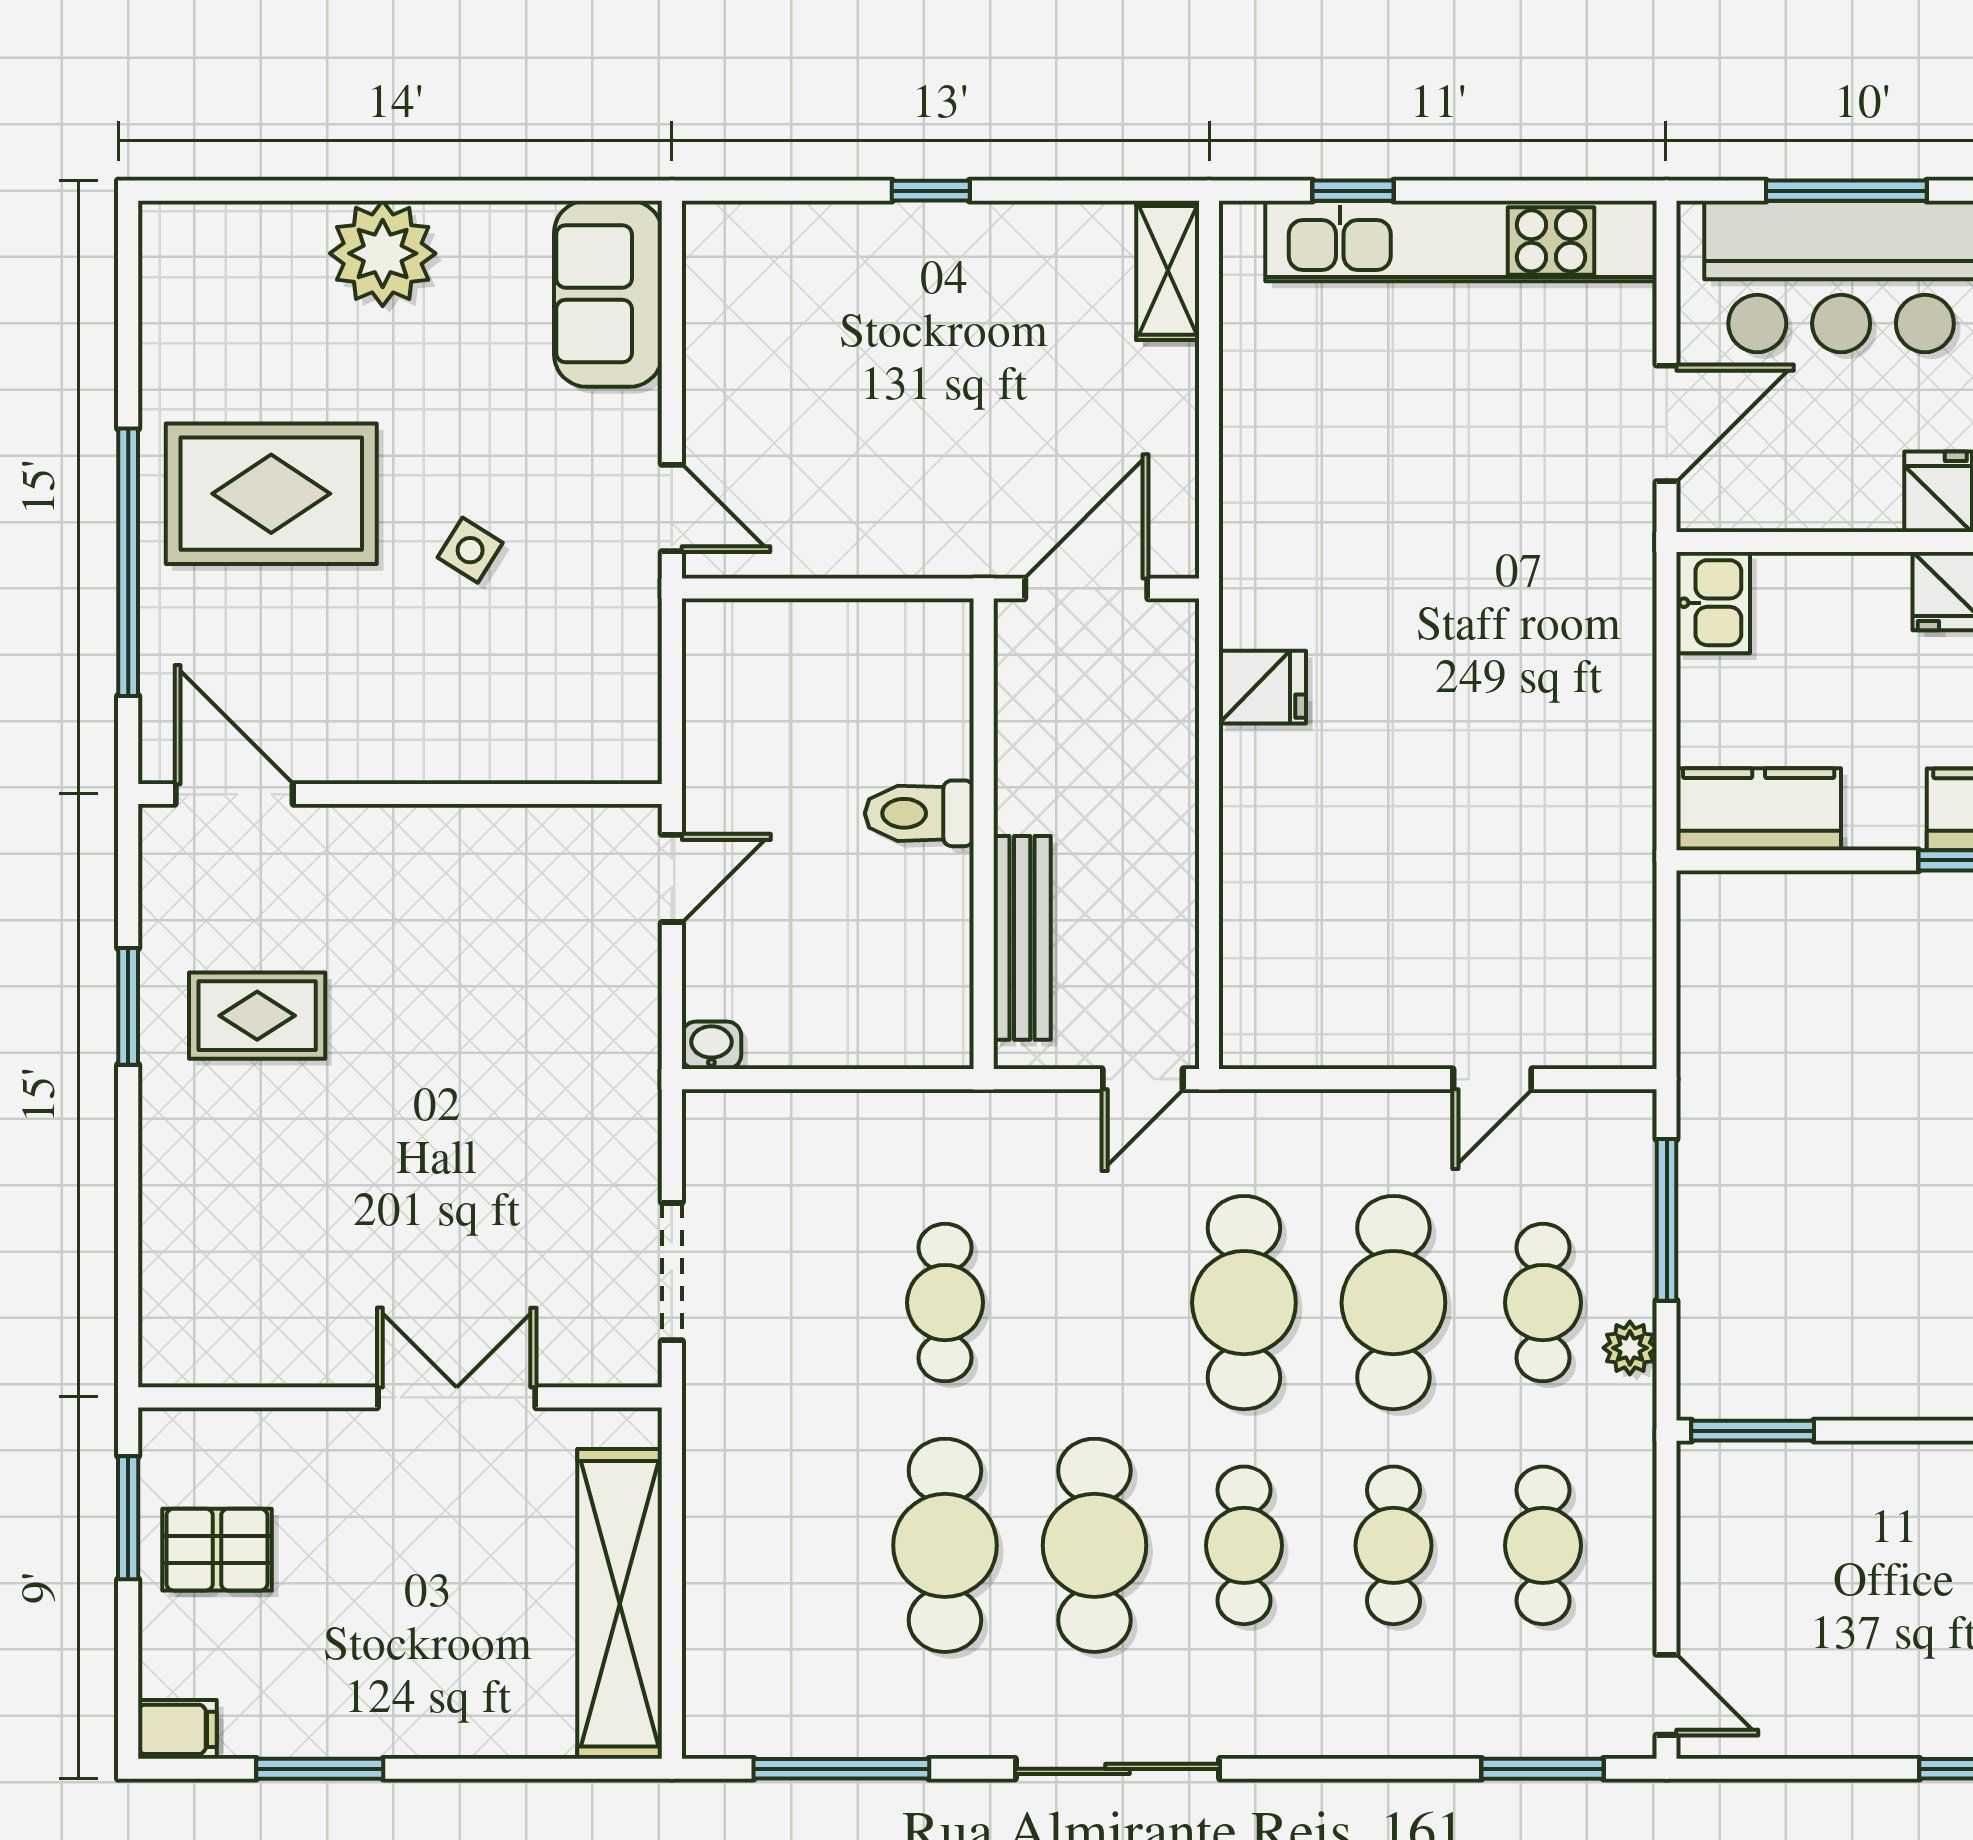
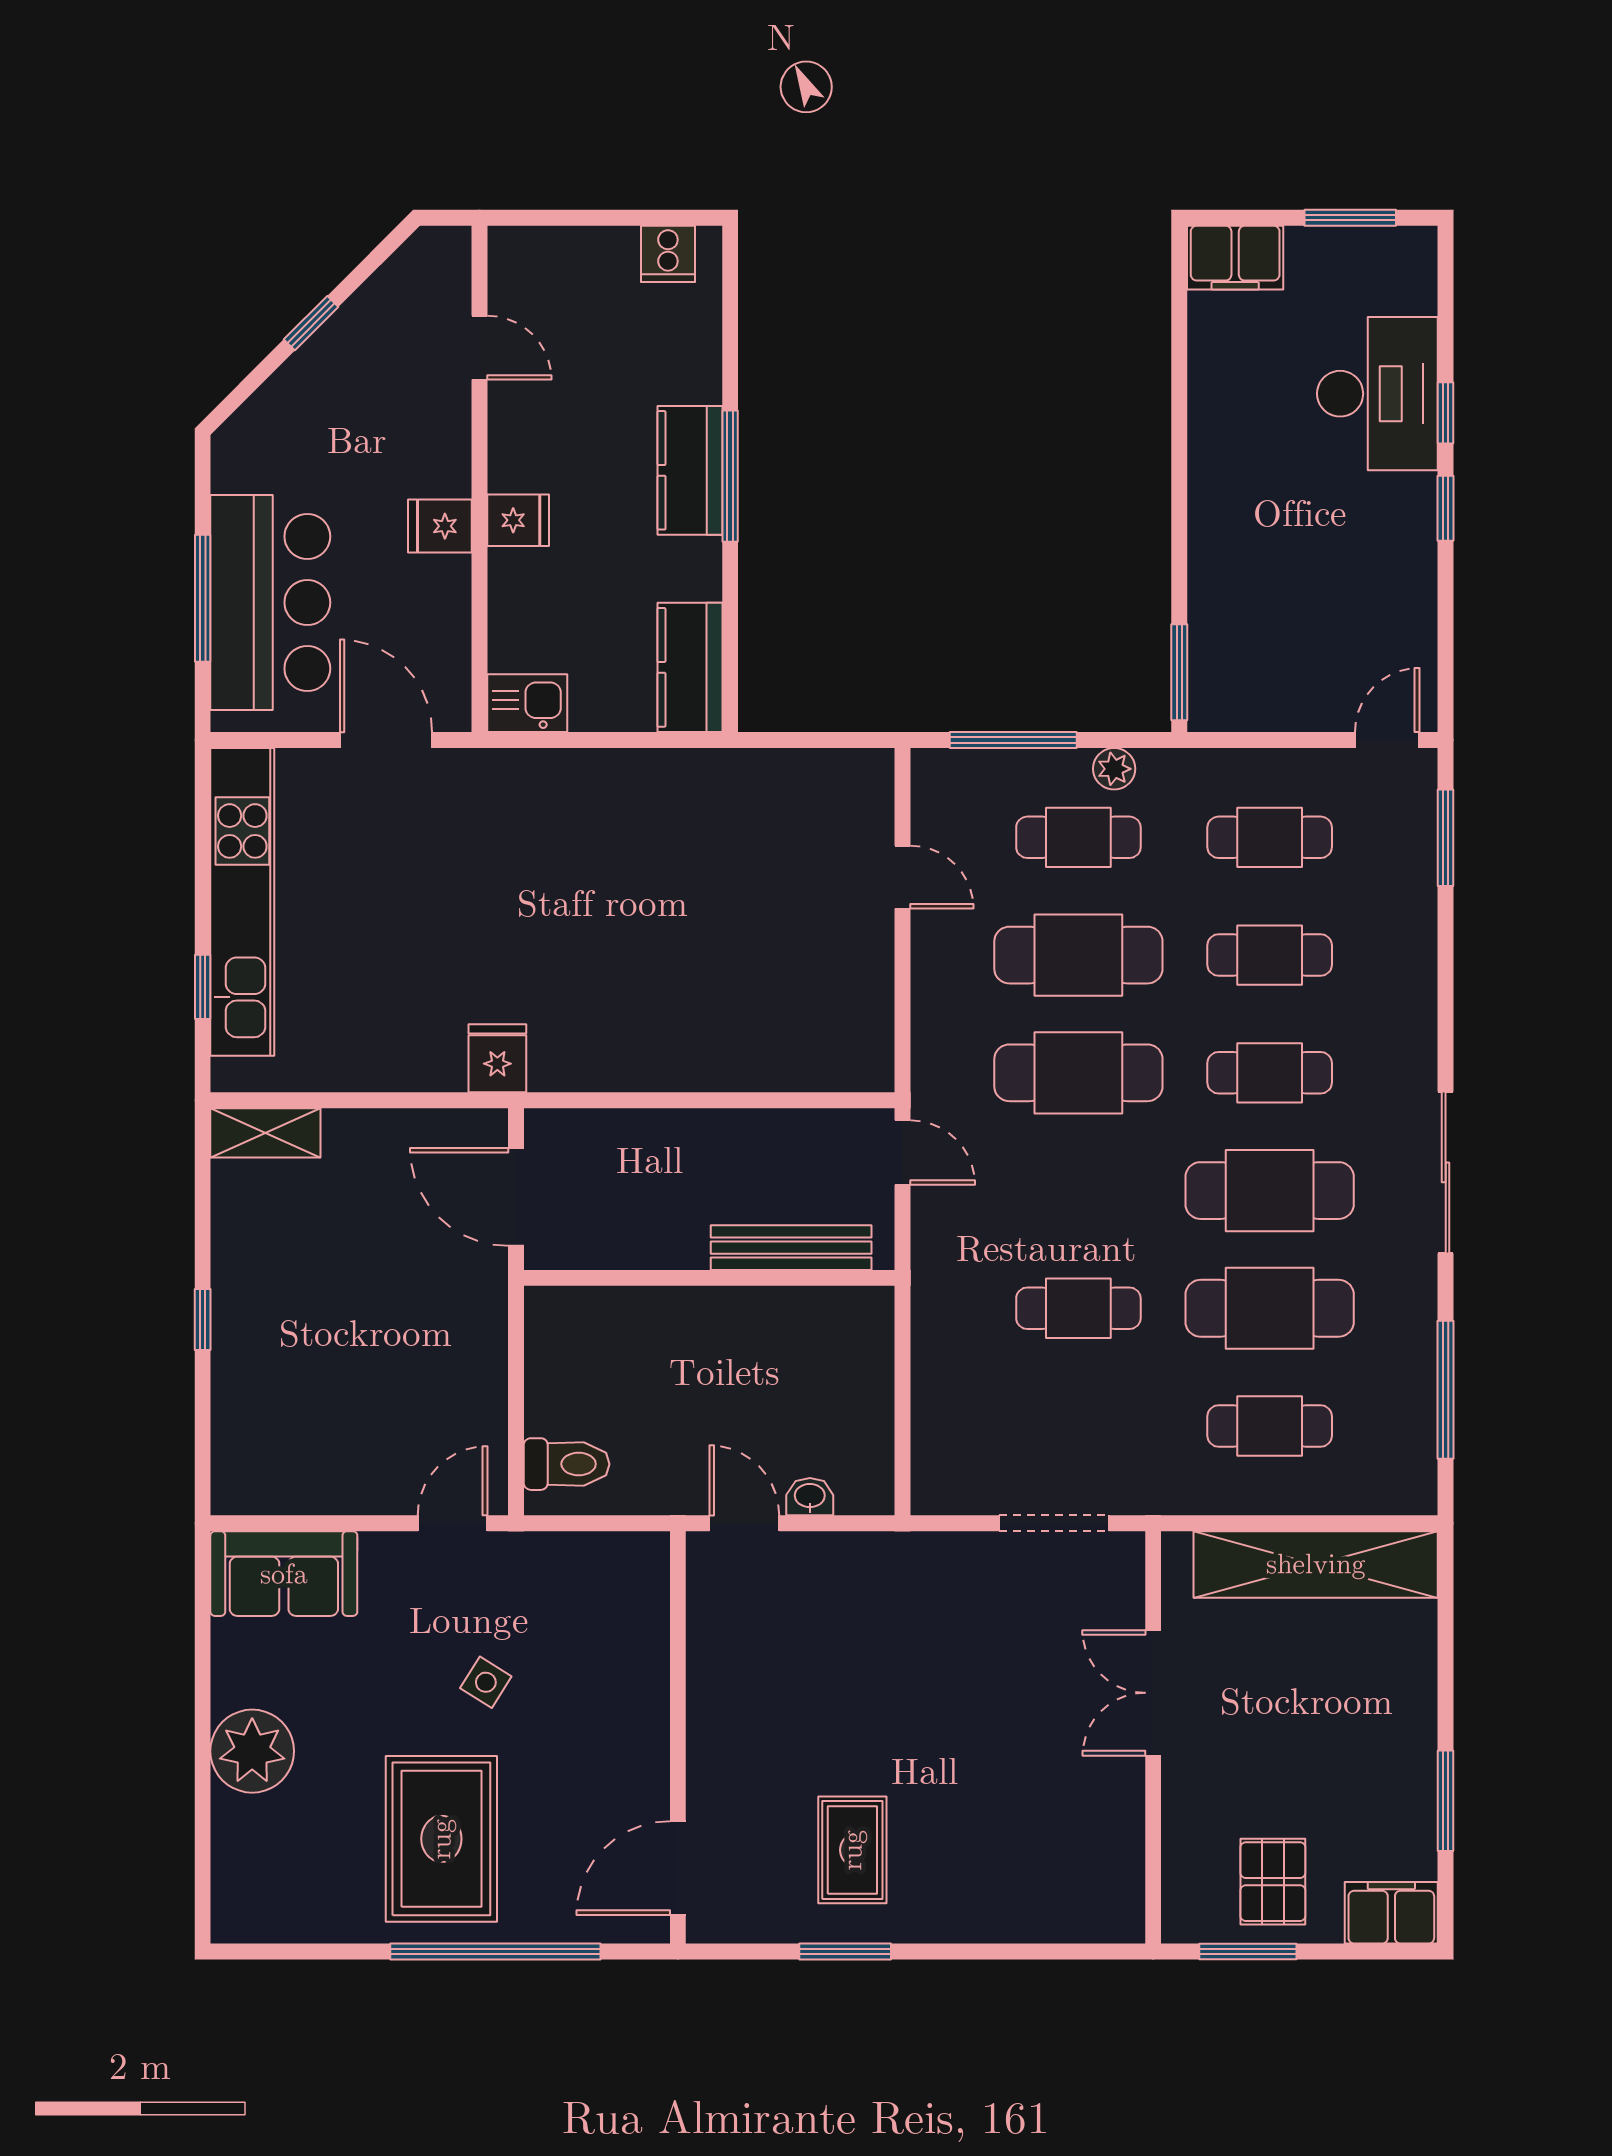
fridge: (1262, 687) -> (497, 1058), moved
toilet: (919, 813) -> (567, 1464), moved, turned -90
washbasin: (711, 1045) -> (810, 1497), moved, turned 90
cafe table: (795, 1545) -> (1270, 1426), added
filing cabinet: (177, 1729) -> (1391, 1913), width x2.00

